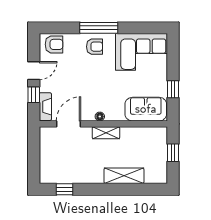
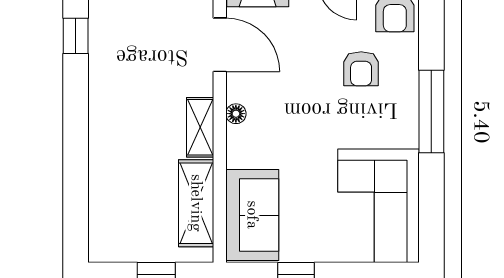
armchair: (95, 47) -> (361, 69), moved
shelving: (124, 176) -> (196, 203), moved

